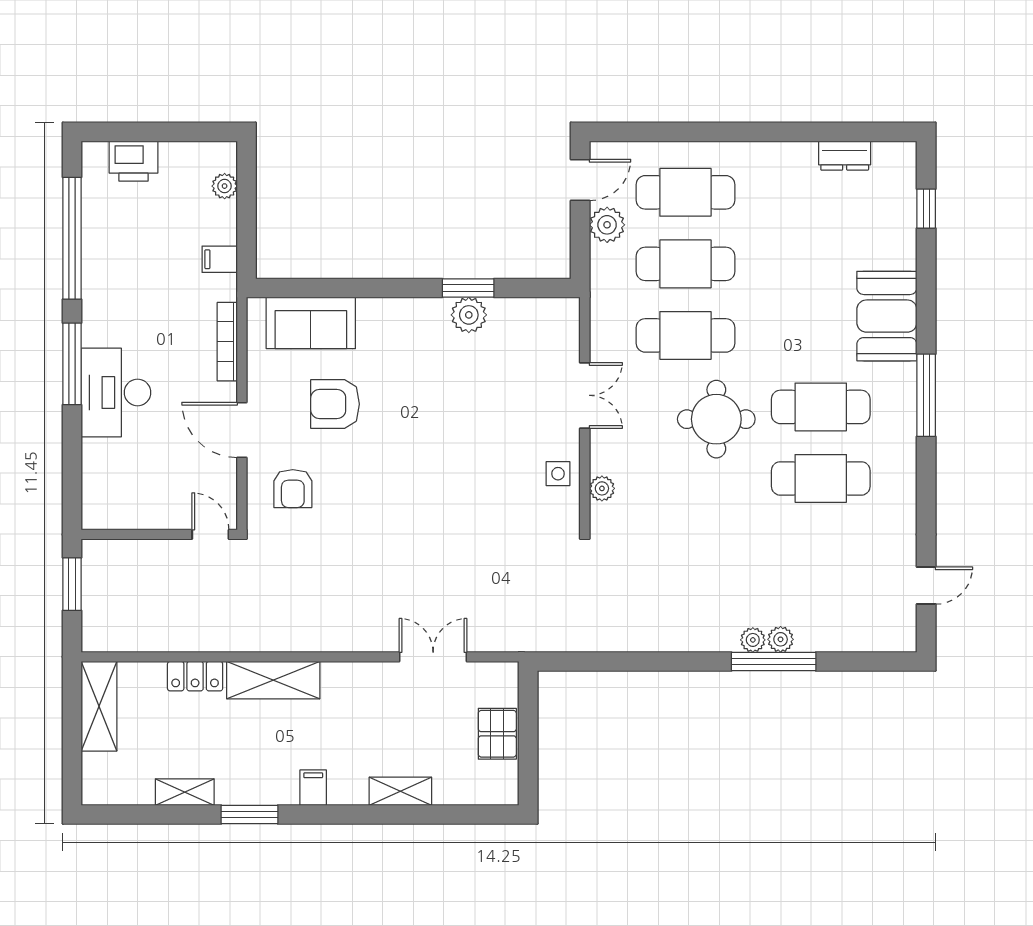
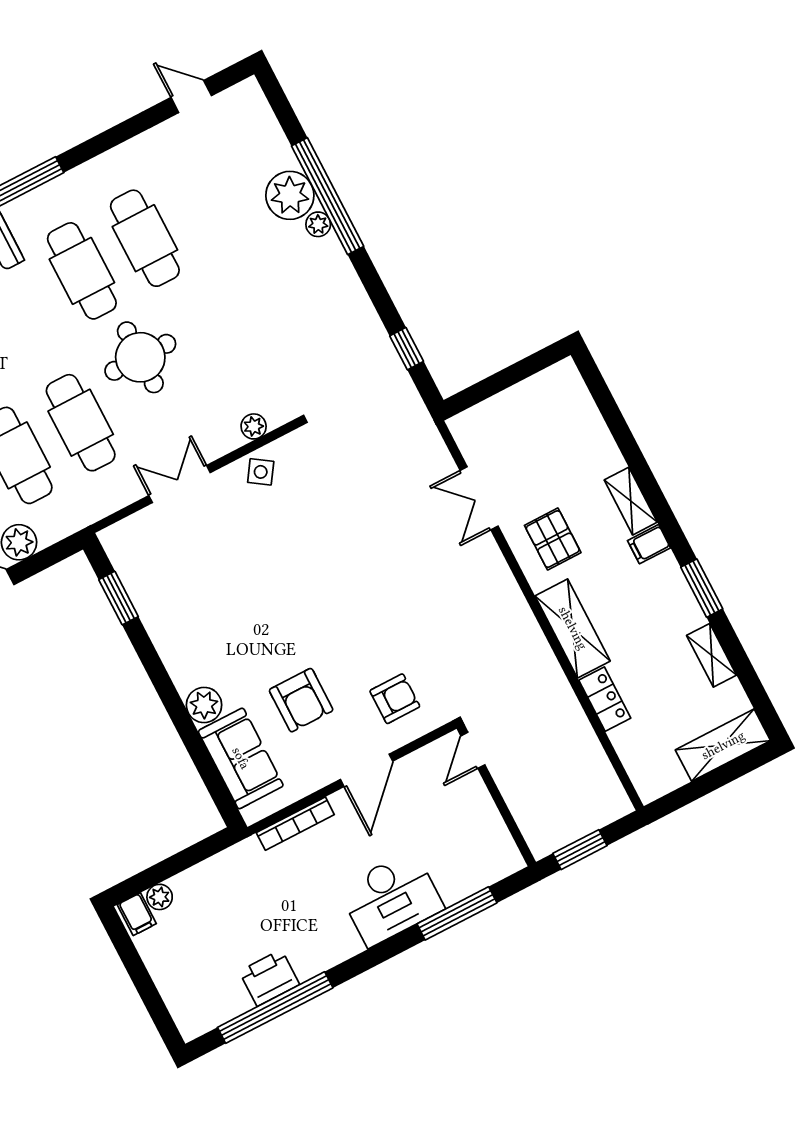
printer: (134, 161) -> (269, 978), moved, turned -90
filing cabinet: (220, 259) -> (137, 914), moved
window: (468, 288) -> (119, 598), moved
plant: (469, 315) -> (204, 705), moved
window: (72, 364) -> (457, 913), moved
side table: (558, 474) -> (261, 472), turned 34
plant: (781, 639) -> (290, 195), width x1.88, depth x1.88
window: (601, 661) -> (407, 349), added
window: (774, 661) -> (328, 196), width x1.46
shelving: (99, 706) -> (723, 745), moved
pallet: (497, 734) -> (553, 539), moved, turned 90
shelving: (400, 791) -> (631, 501), moved

